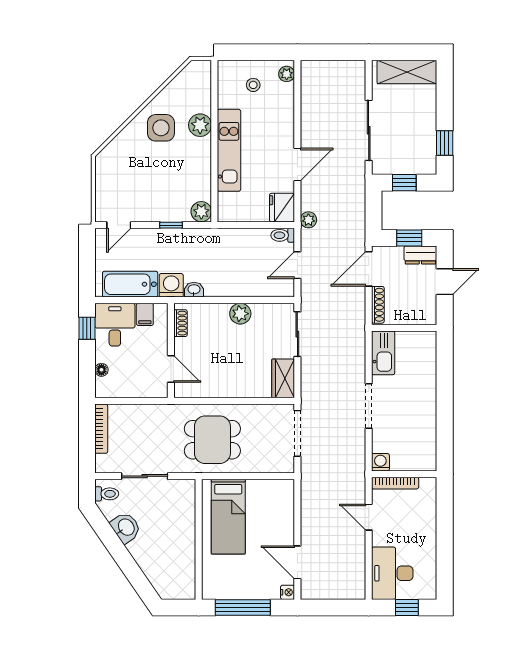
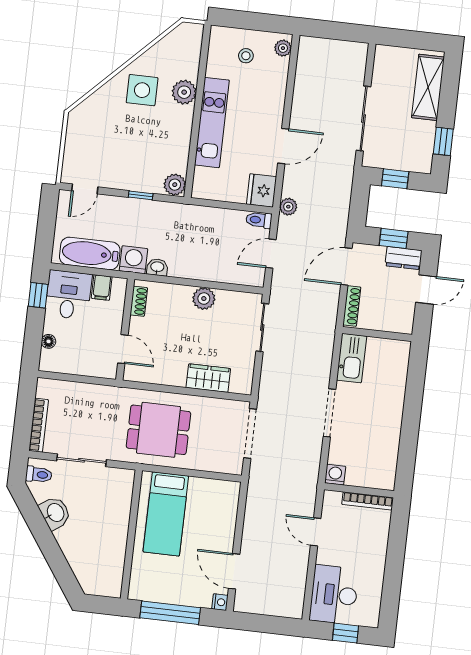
shelving: (407, 72) -> (428, 87), moved, turned 90
wardrobe: (283, 378) -> (208, 378), moved, turned 90
bookcase: (101, 429) -> (39, 425), moved
bookcase: (395, 483) -> (368, 501), moved

